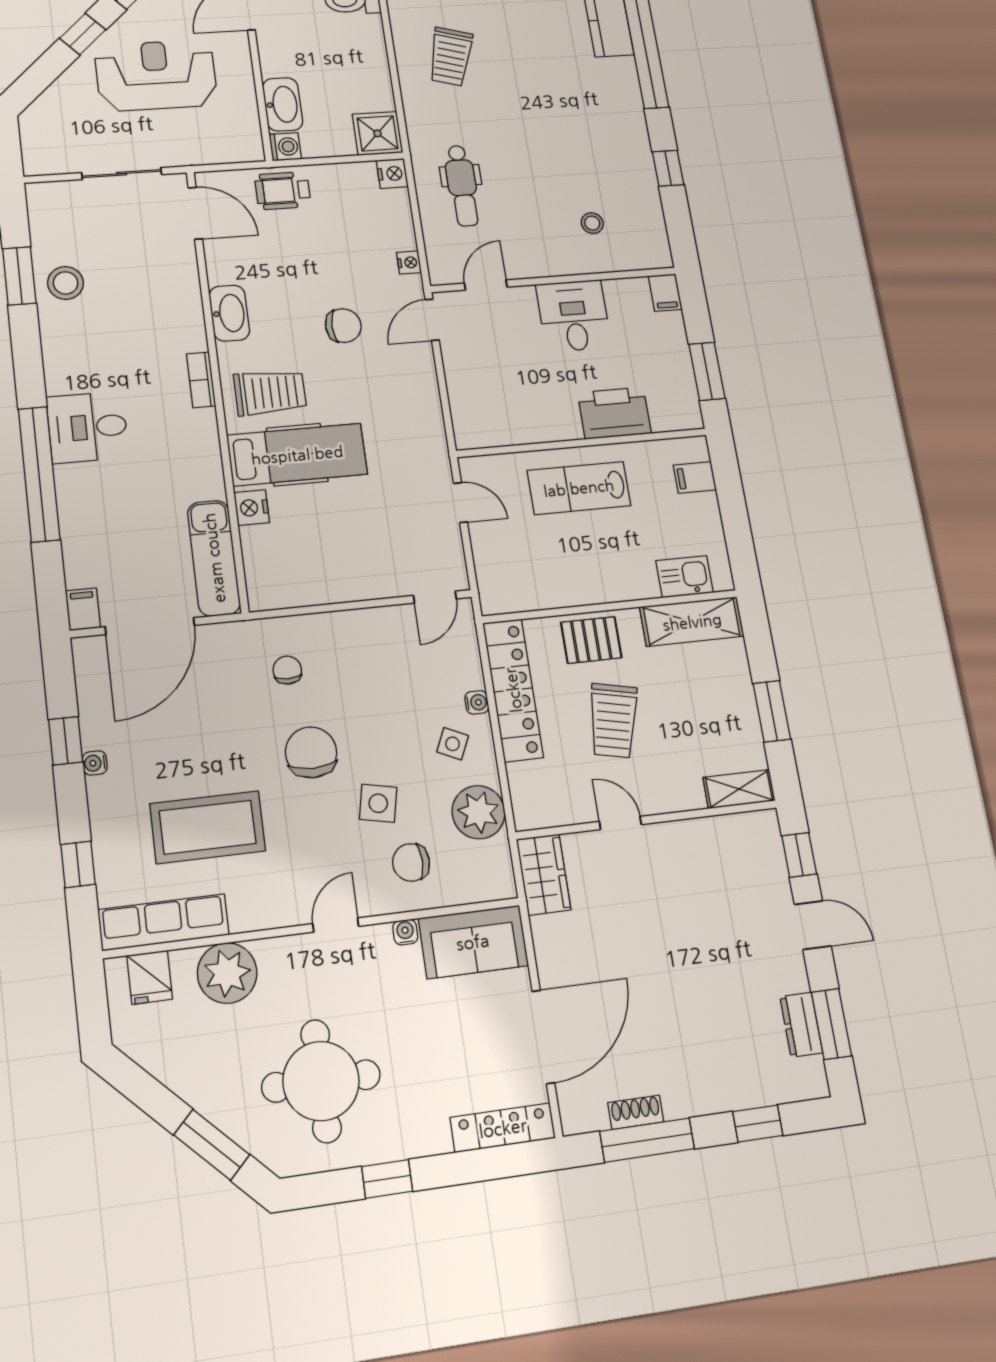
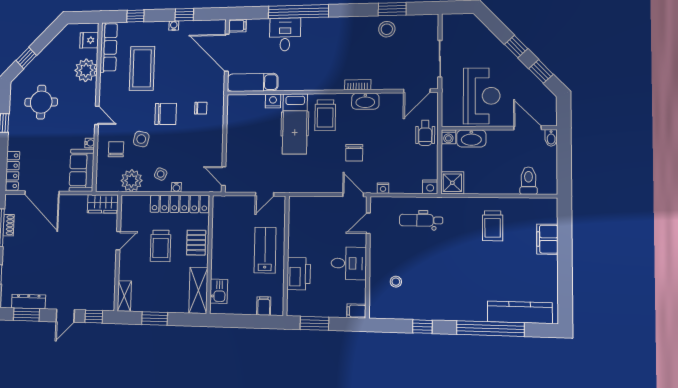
trolley: (451, 57) -> (493, 226), turned -106
reception desk: (156, 75) -> (482, 96), moved
wheelchair: (283, 191) -> (425, 133), turned 180
door: (486, 285) -> (368, 223), swing flipped
bookcase: (201, 380) -> (358, 85), moved
desk: (88, 427) -> (285, 34), moved
trolley: (613, 721) -> (161, 246), turned -102
dresser: (801, 1025) -> (29, 301), width x1.44
round table: (321, 1081) -> (41, 102), width x0.73, depth x0.73
window: (212, 1145) -> (26, 58), width x0.67

